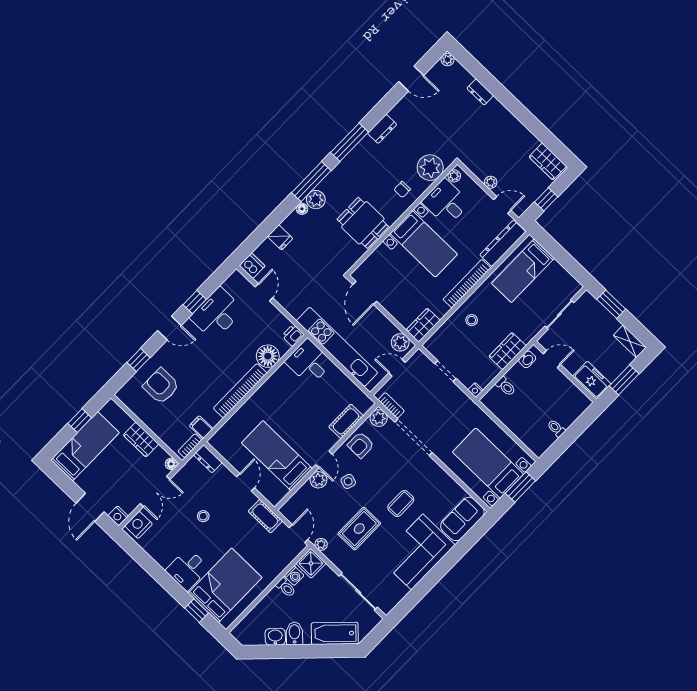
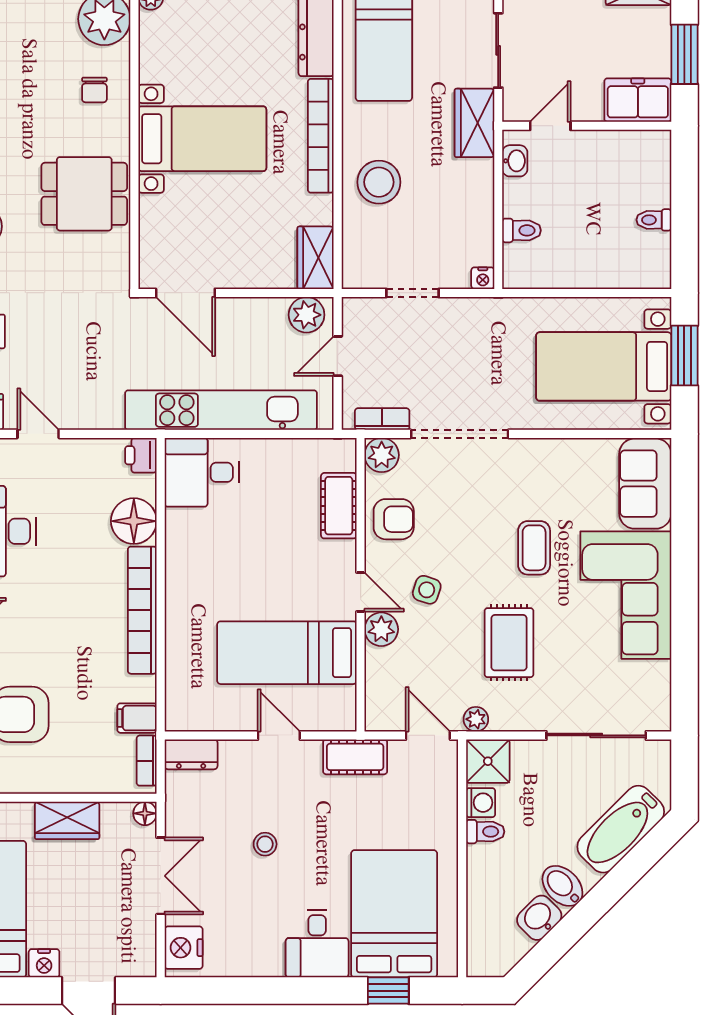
desk: (446, 202) -> (176, 47), removed
stool: (472, 320) -> (379, 182), width x1.89, depth x1.89
wardrobe: (507, 351) -> (474, 123), moved
armchair: (361, 445) -> (394, 519), turned -90
nightstand: (118, 516) -> (44, 963), moved

